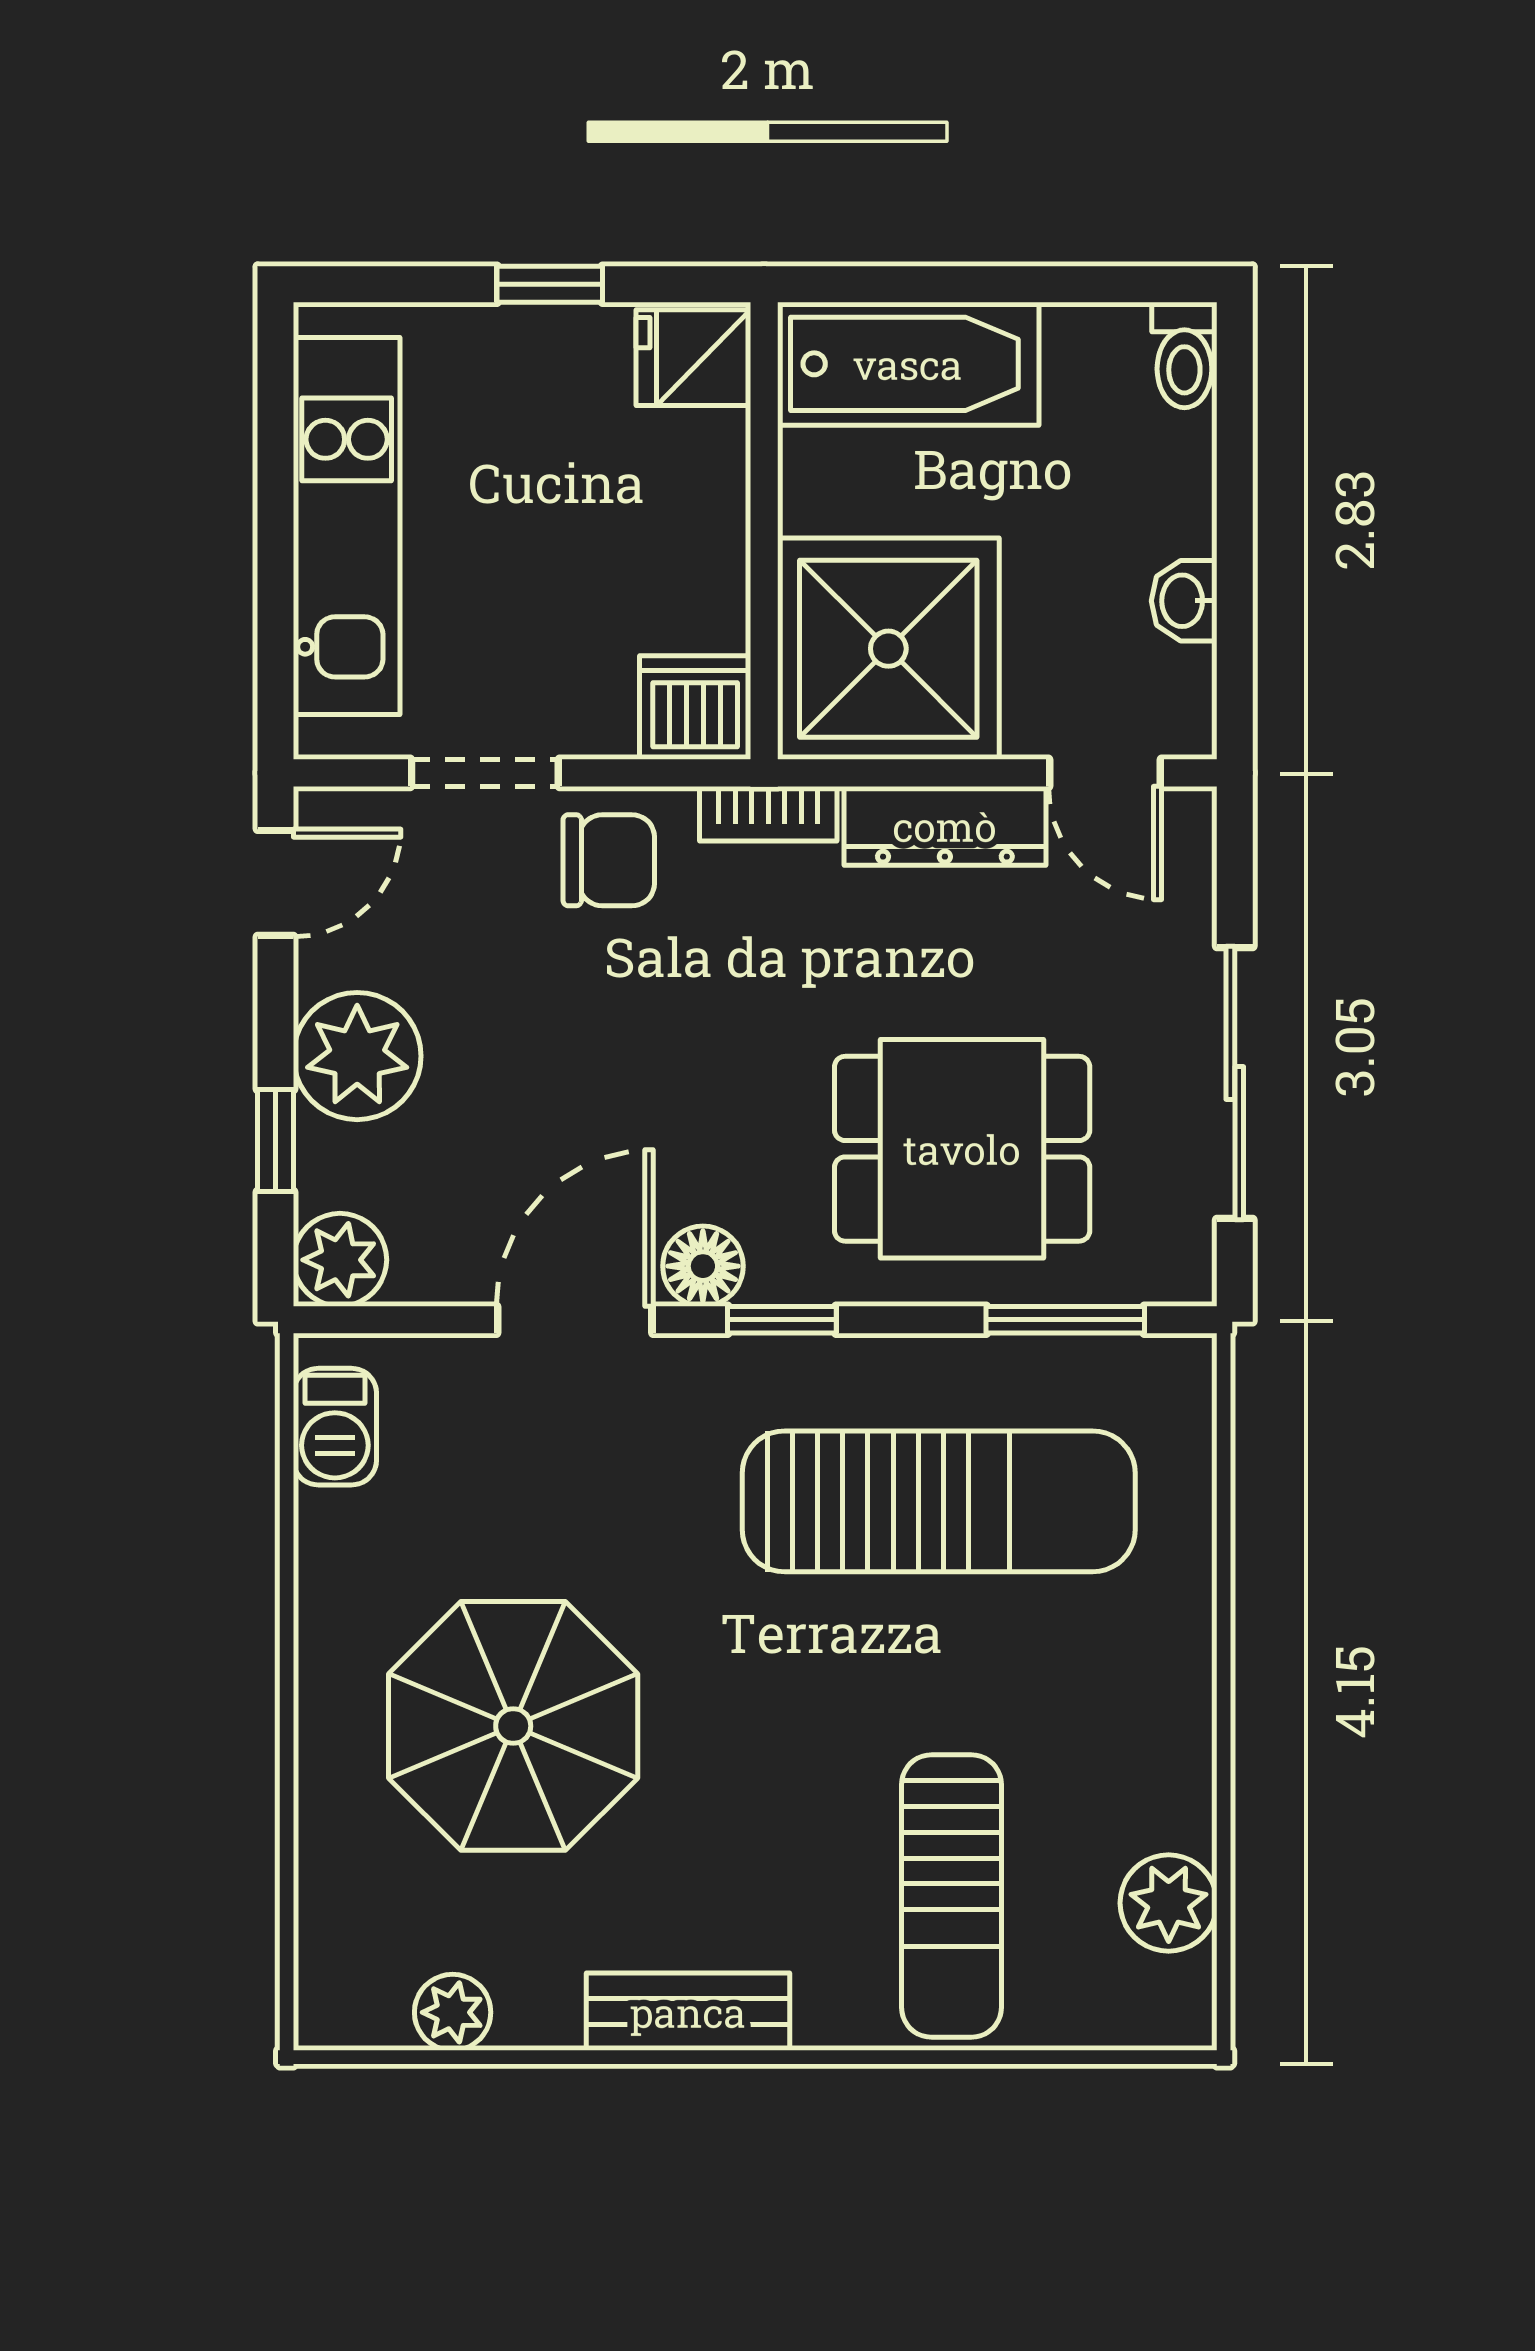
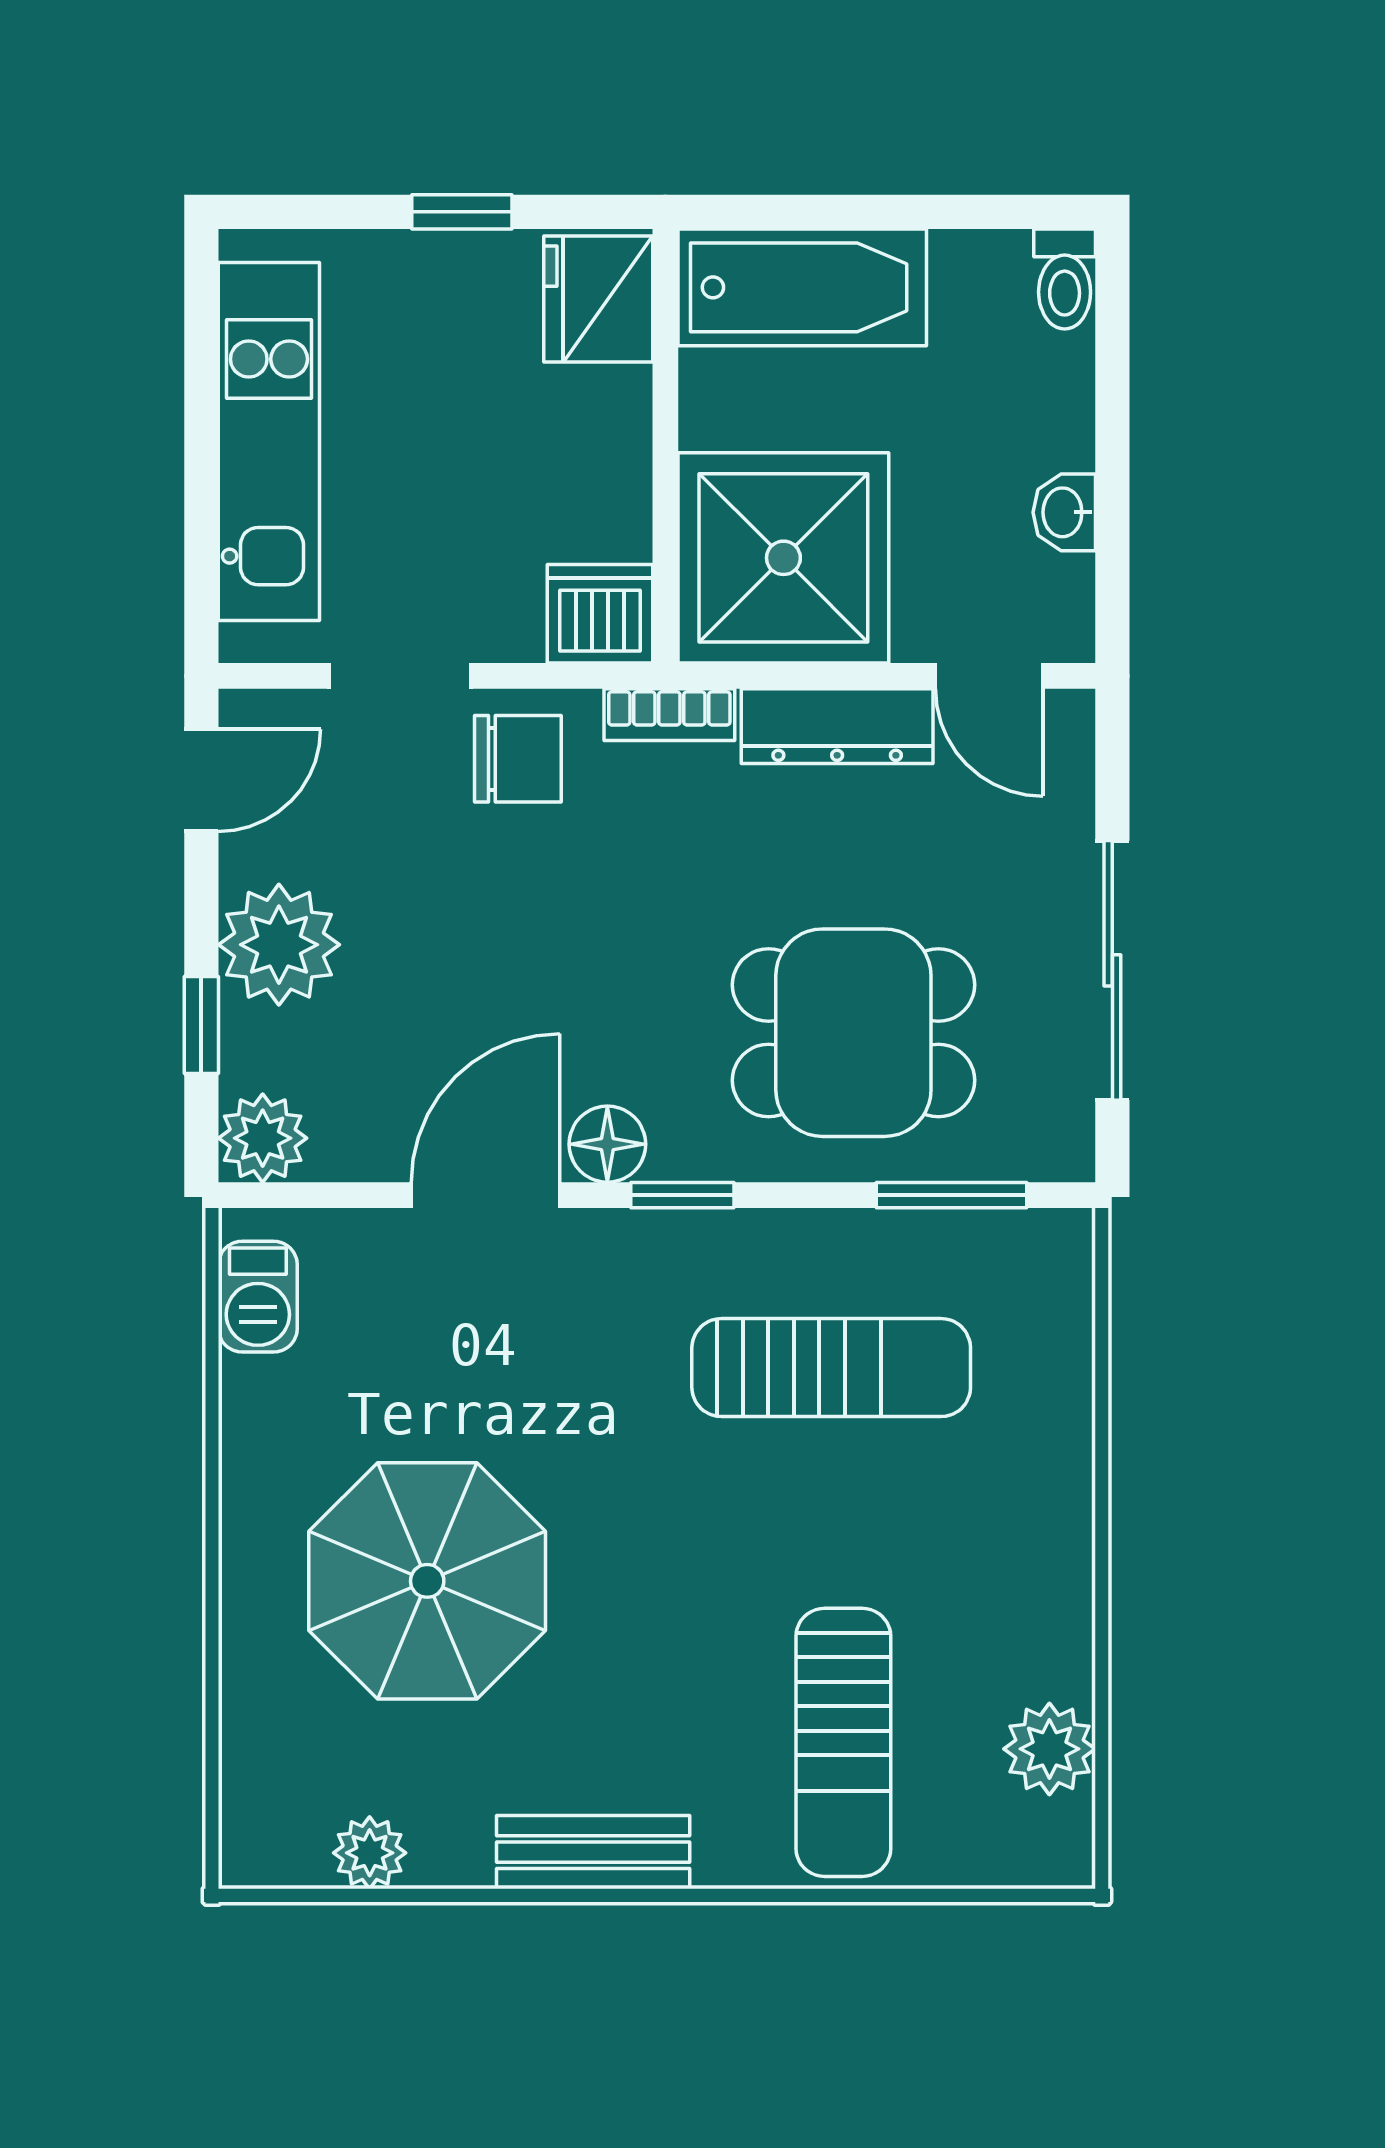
fridge: (693, 358) -> (598, 299), width x1.38
sun lounger: (939, 1501) -> (831, 1368), width x0.73, depth x0.75

